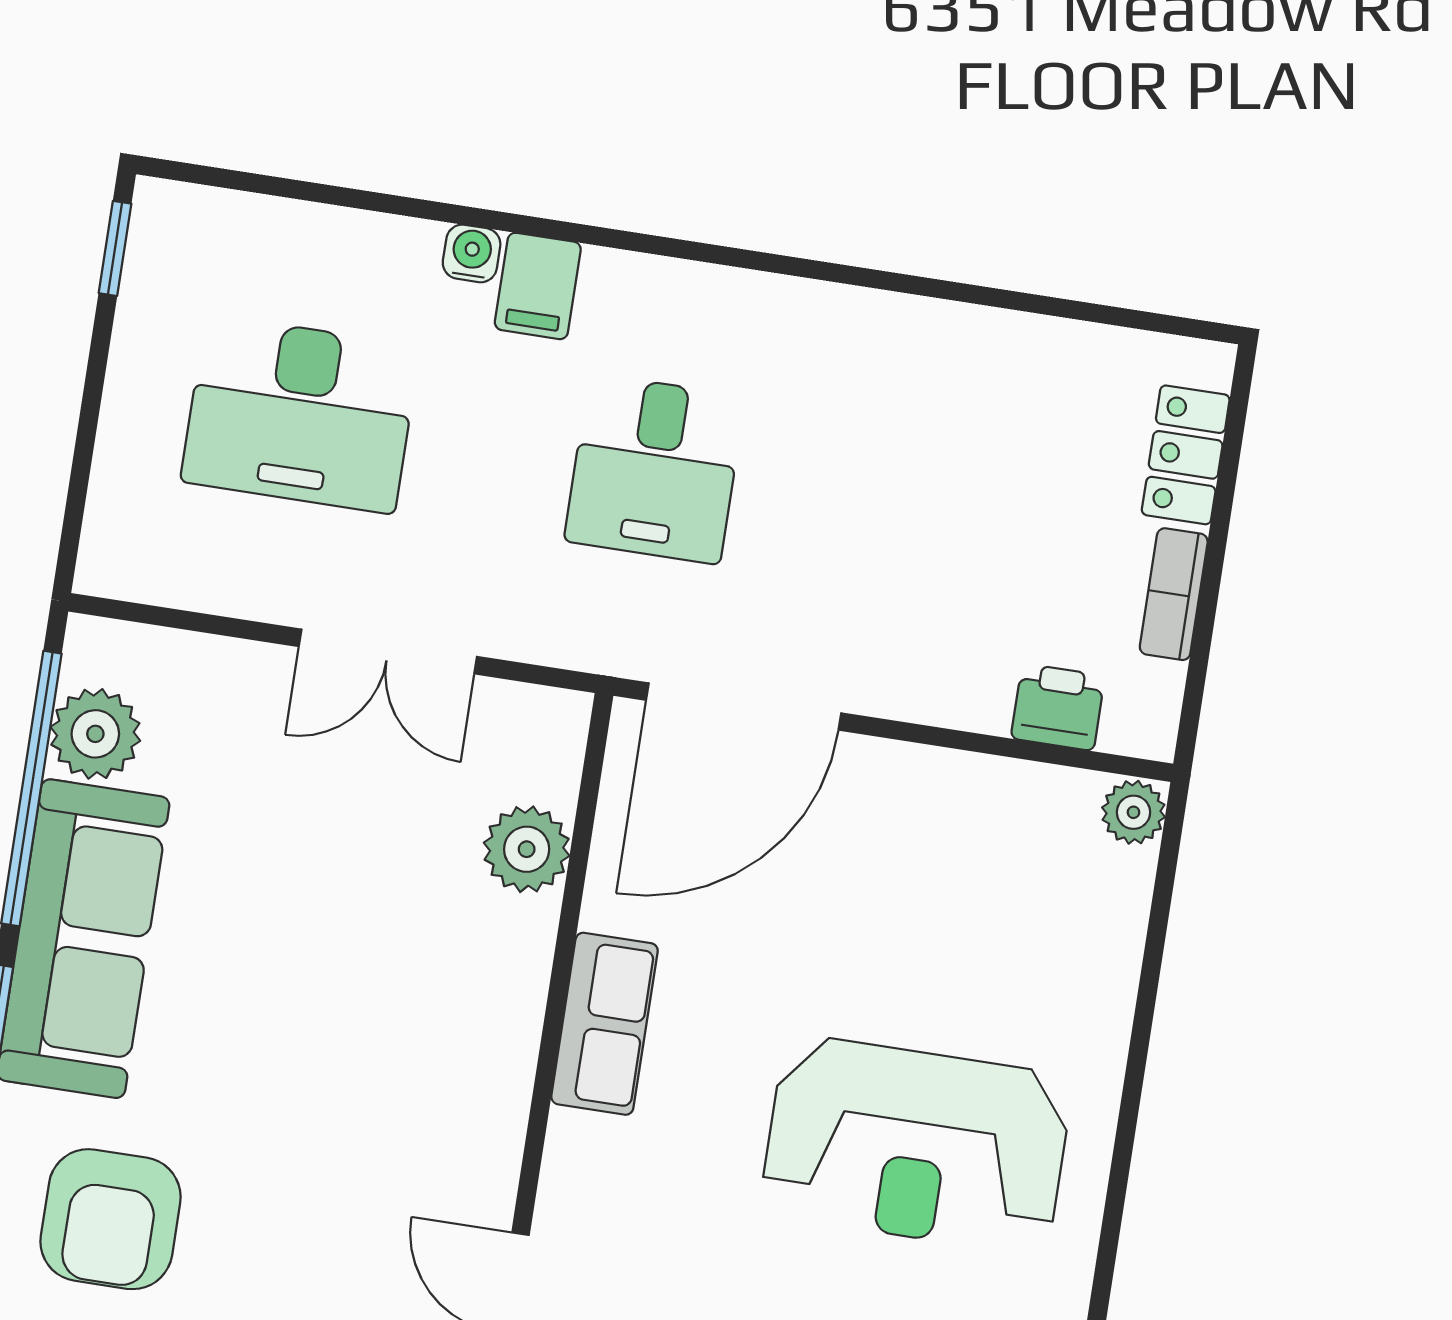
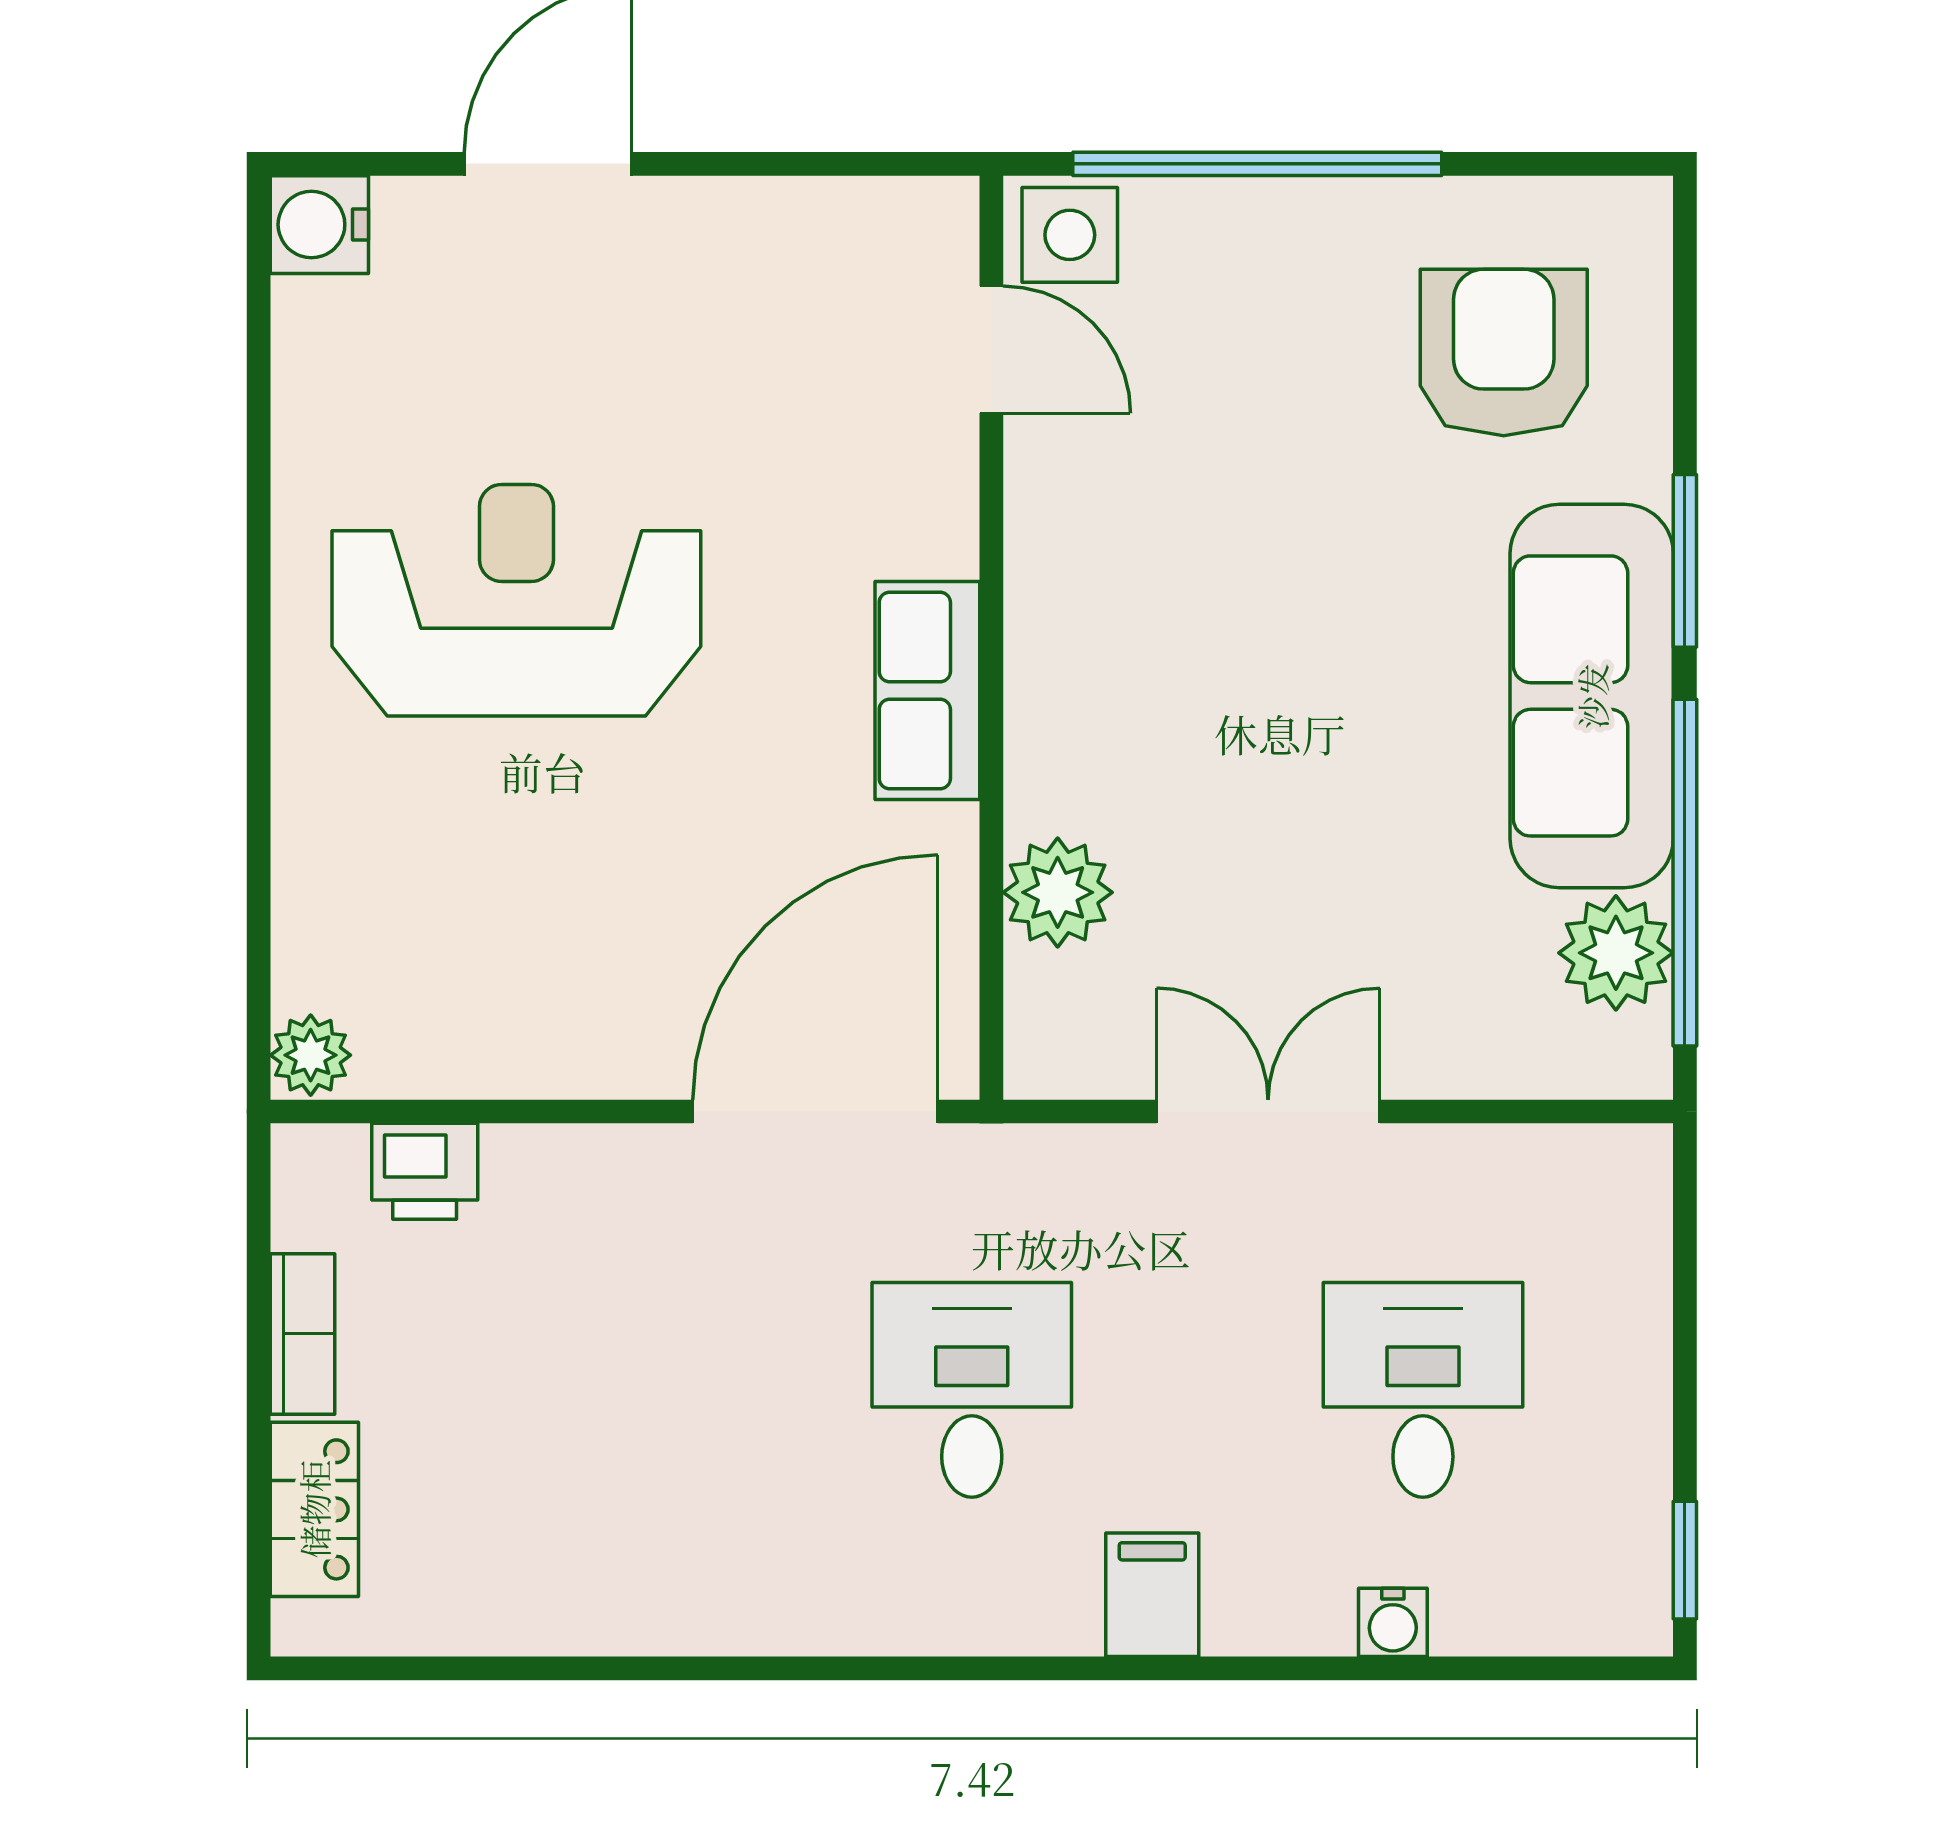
water cooler: (472, 253) -> (1393, 1622), moved
desk: (300, 414) -> (1423, 1390), width x0.73

